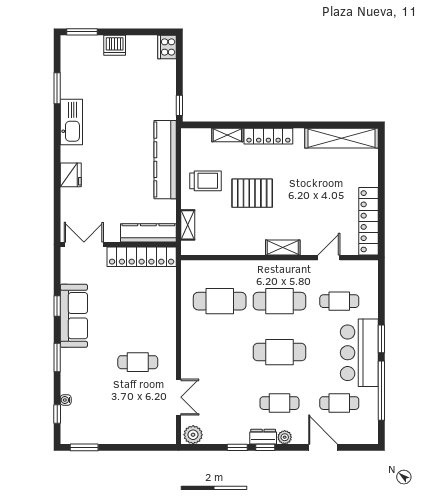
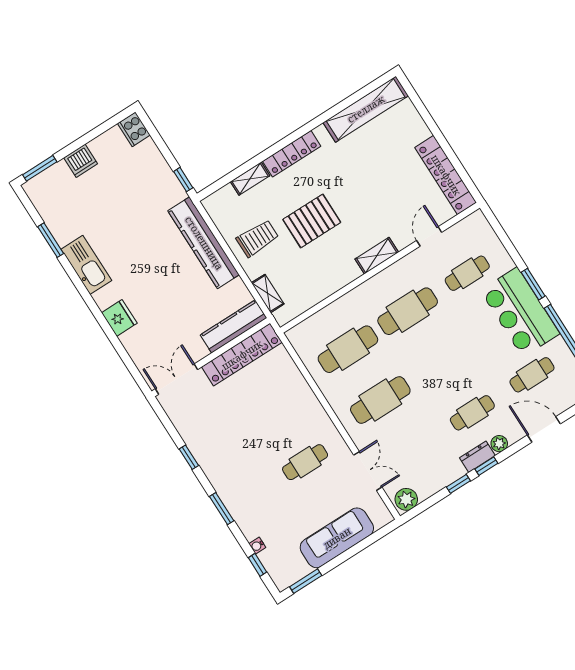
sofa: (74, 316) -> (337, 538), moved, turned -90
cafe table: (279, 352) -> (380, 400), moved

